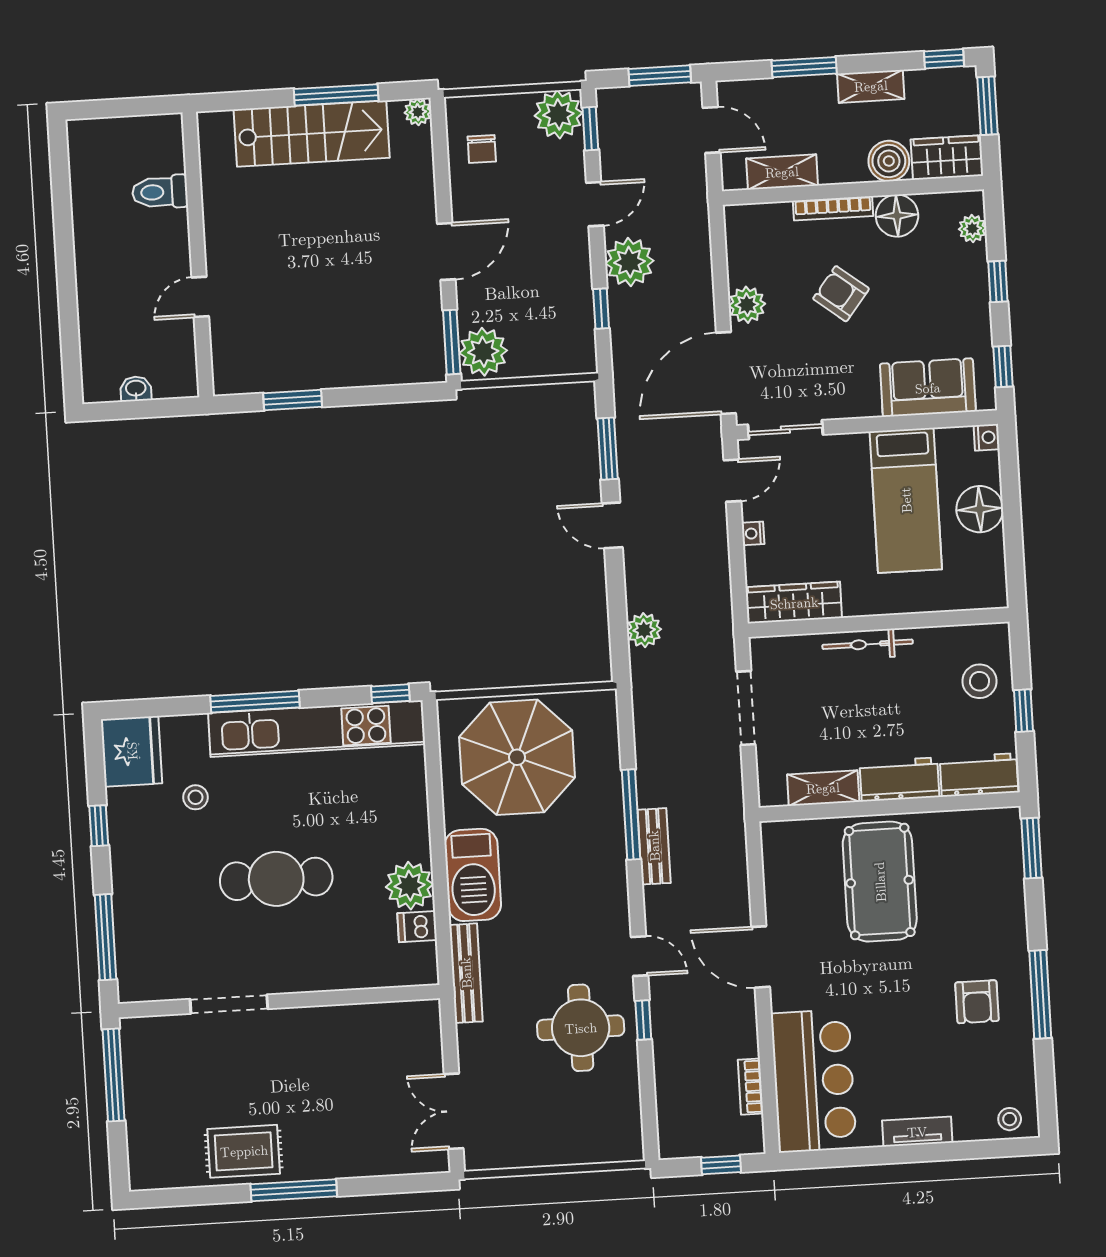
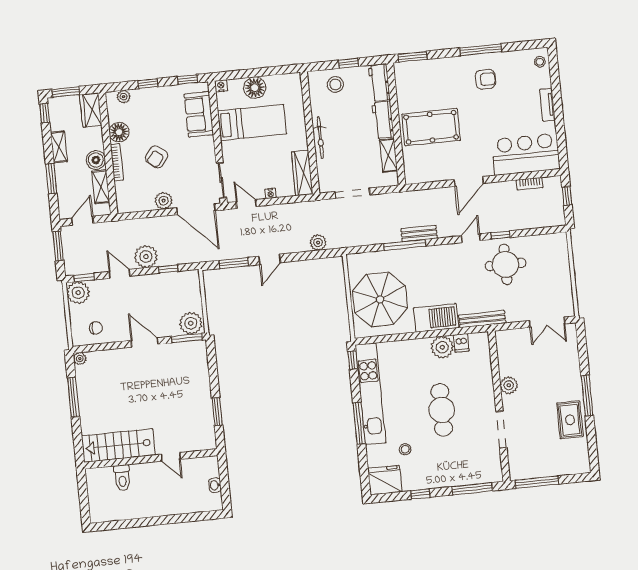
stairs: (312, 134) -> (118, 445), moved, turned -90
boiler: (889, 161) -> (96, 160), moved
plant: (323, 1024) -> (509, 385), added

